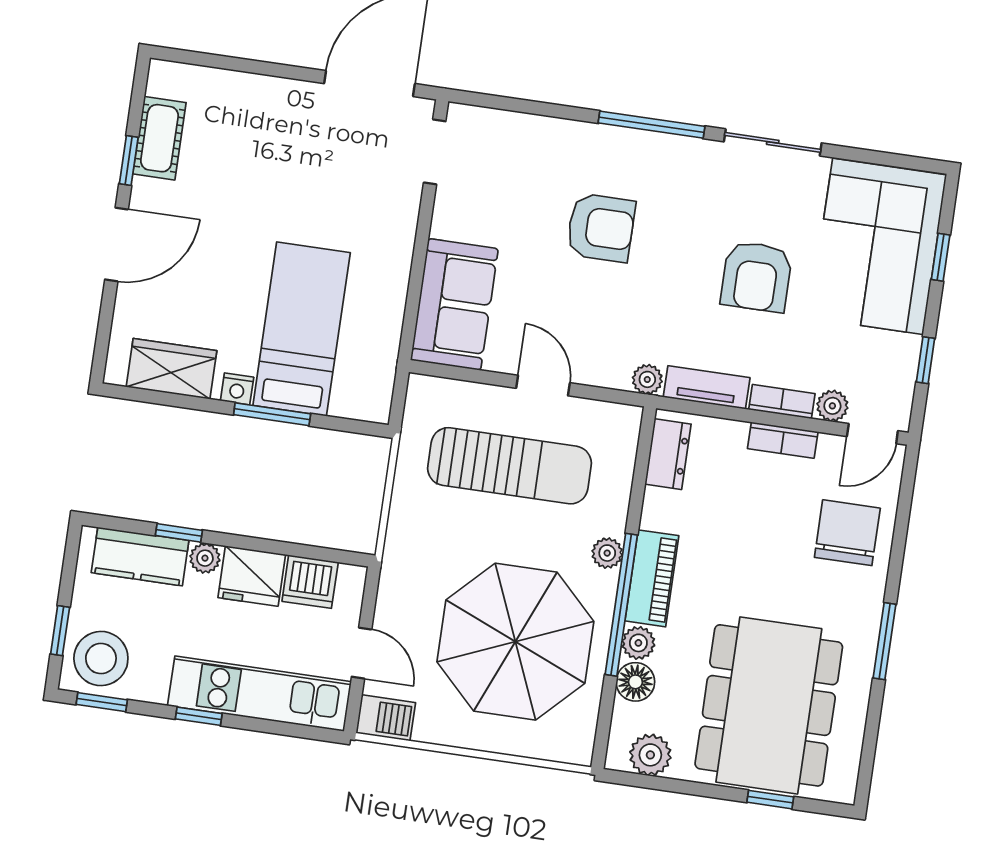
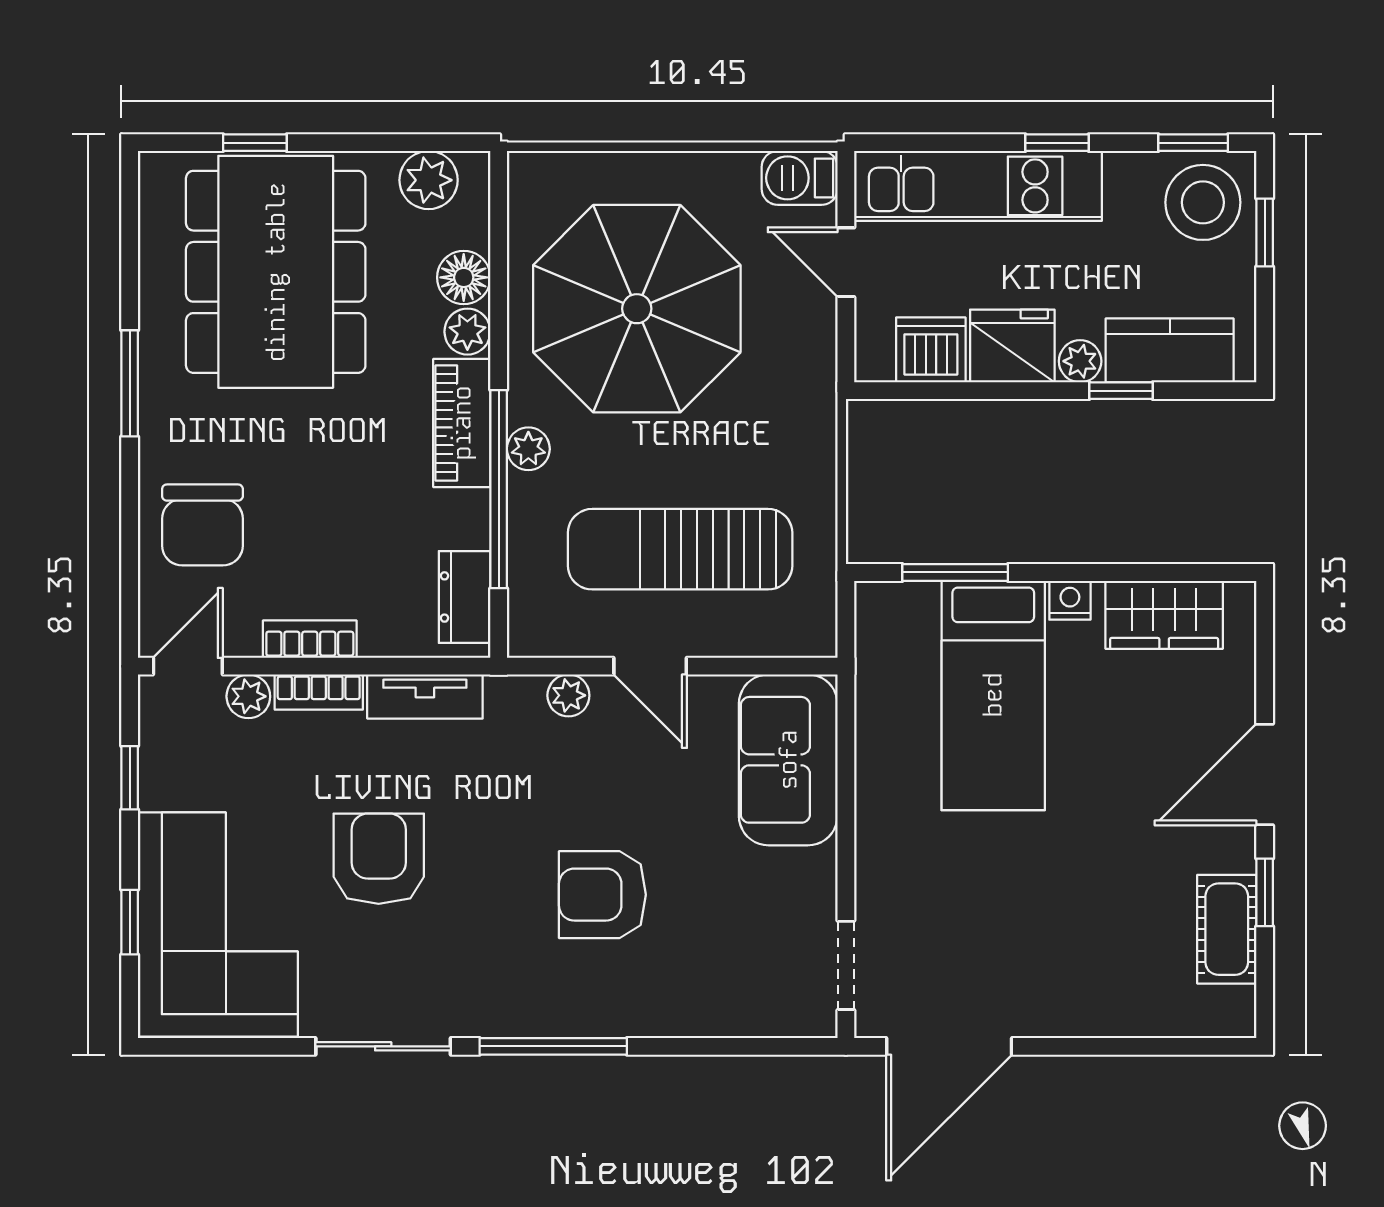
plant: (647, 379) -> (568, 695), moved
window: (272, 414) -> (955, 572), moved
window: (621, 605) -> (499, 489), moved

